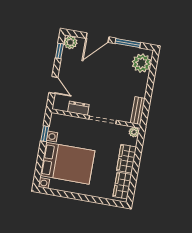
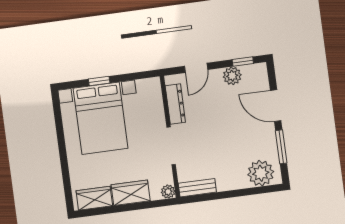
plant: (70, 42) -> (232, 76), moved
dresser: (78, 108) -> (175, 104), width x1.44
window: (45, 134) -> (99, 81), moved

